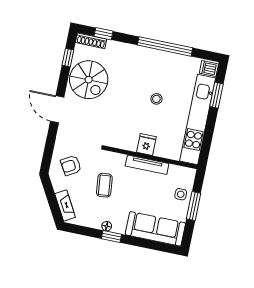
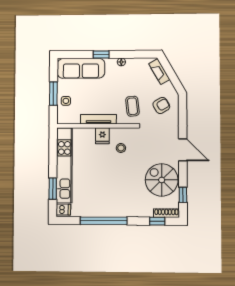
stool: (156, 99) -> (121, 148), moved
coffee table: (104, 185) -> (132, 106), moved
window: (111, 237) -> (101, 54), moved

